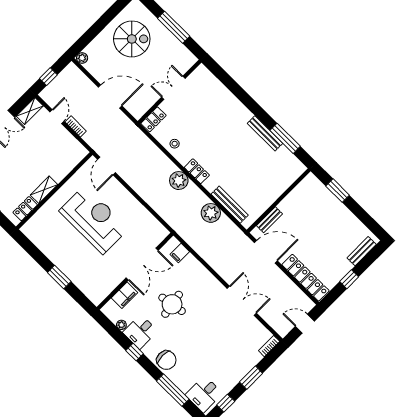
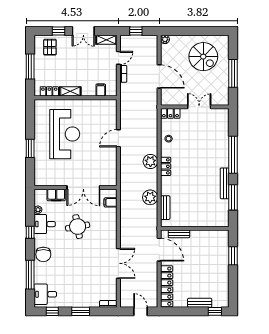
window: (247, 100) -> (233, 155), added
filing cabinet: (70, 161) -> (101, 90), added
door: (107, 166) -> (118, 138), moved
bench: (230, 205) -> (165, 208), width x0.73
reception desk: (94, 220) -> (65, 134), moved
bench: (362, 251) -> (200, 303), moved
window: (349, 279) -> (215, 311), moved

